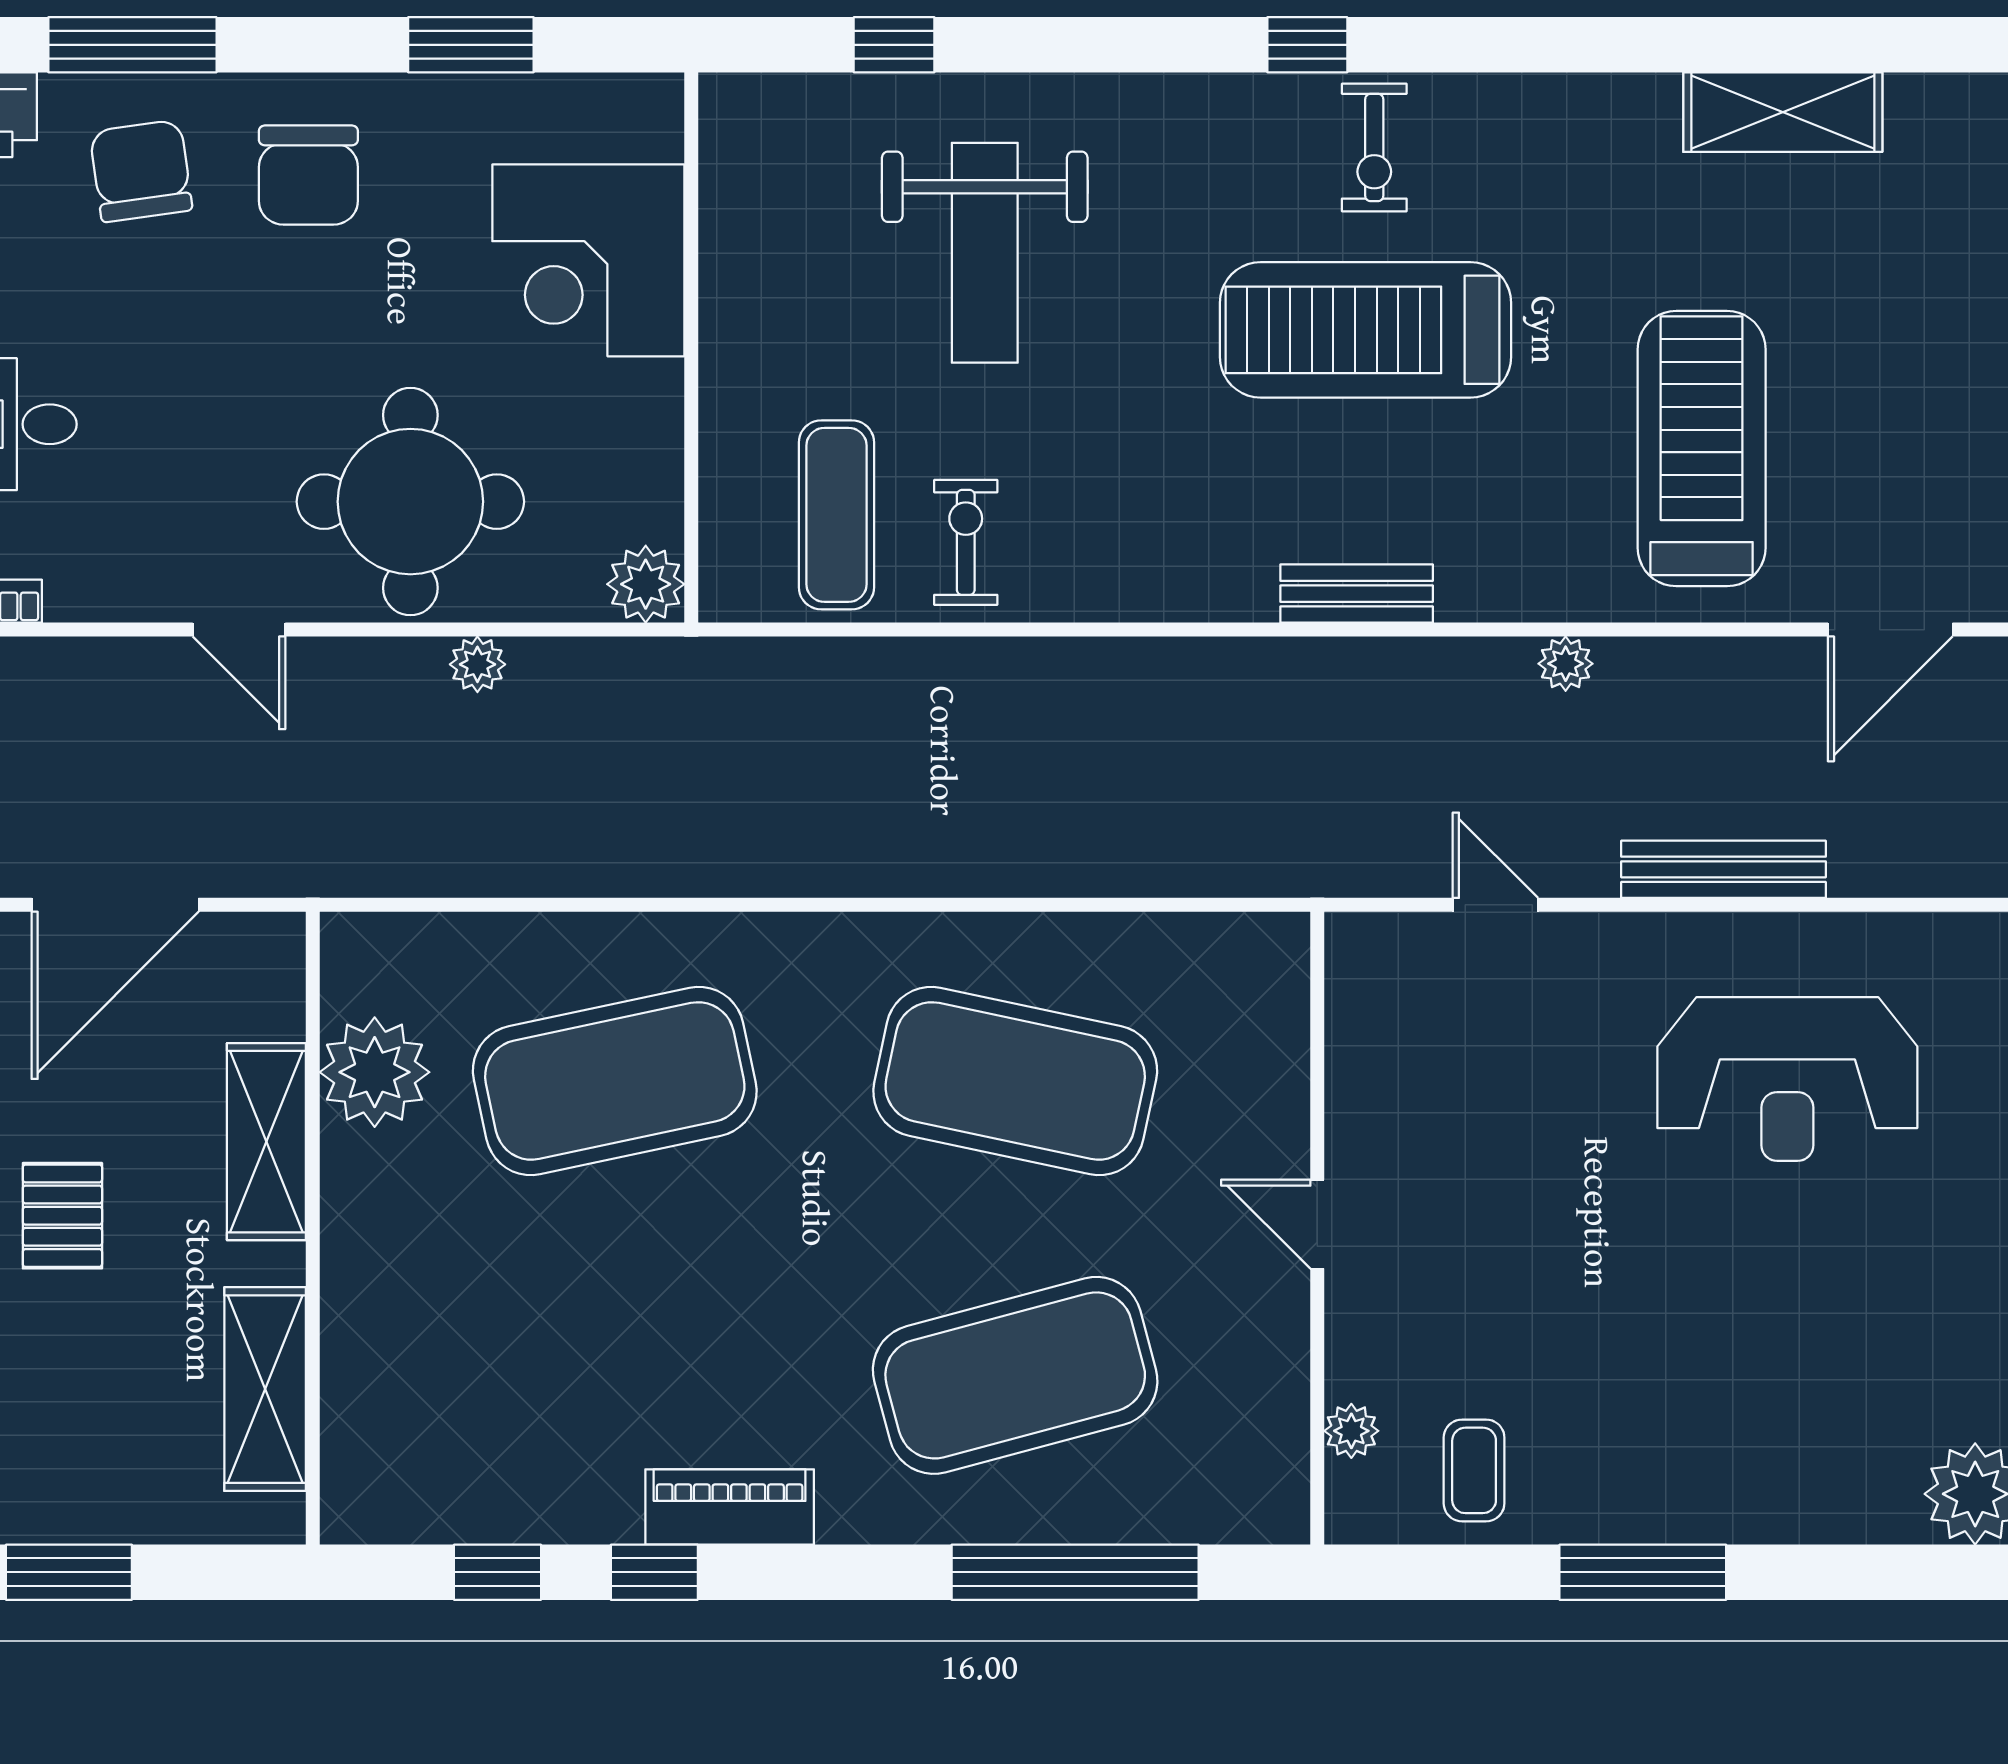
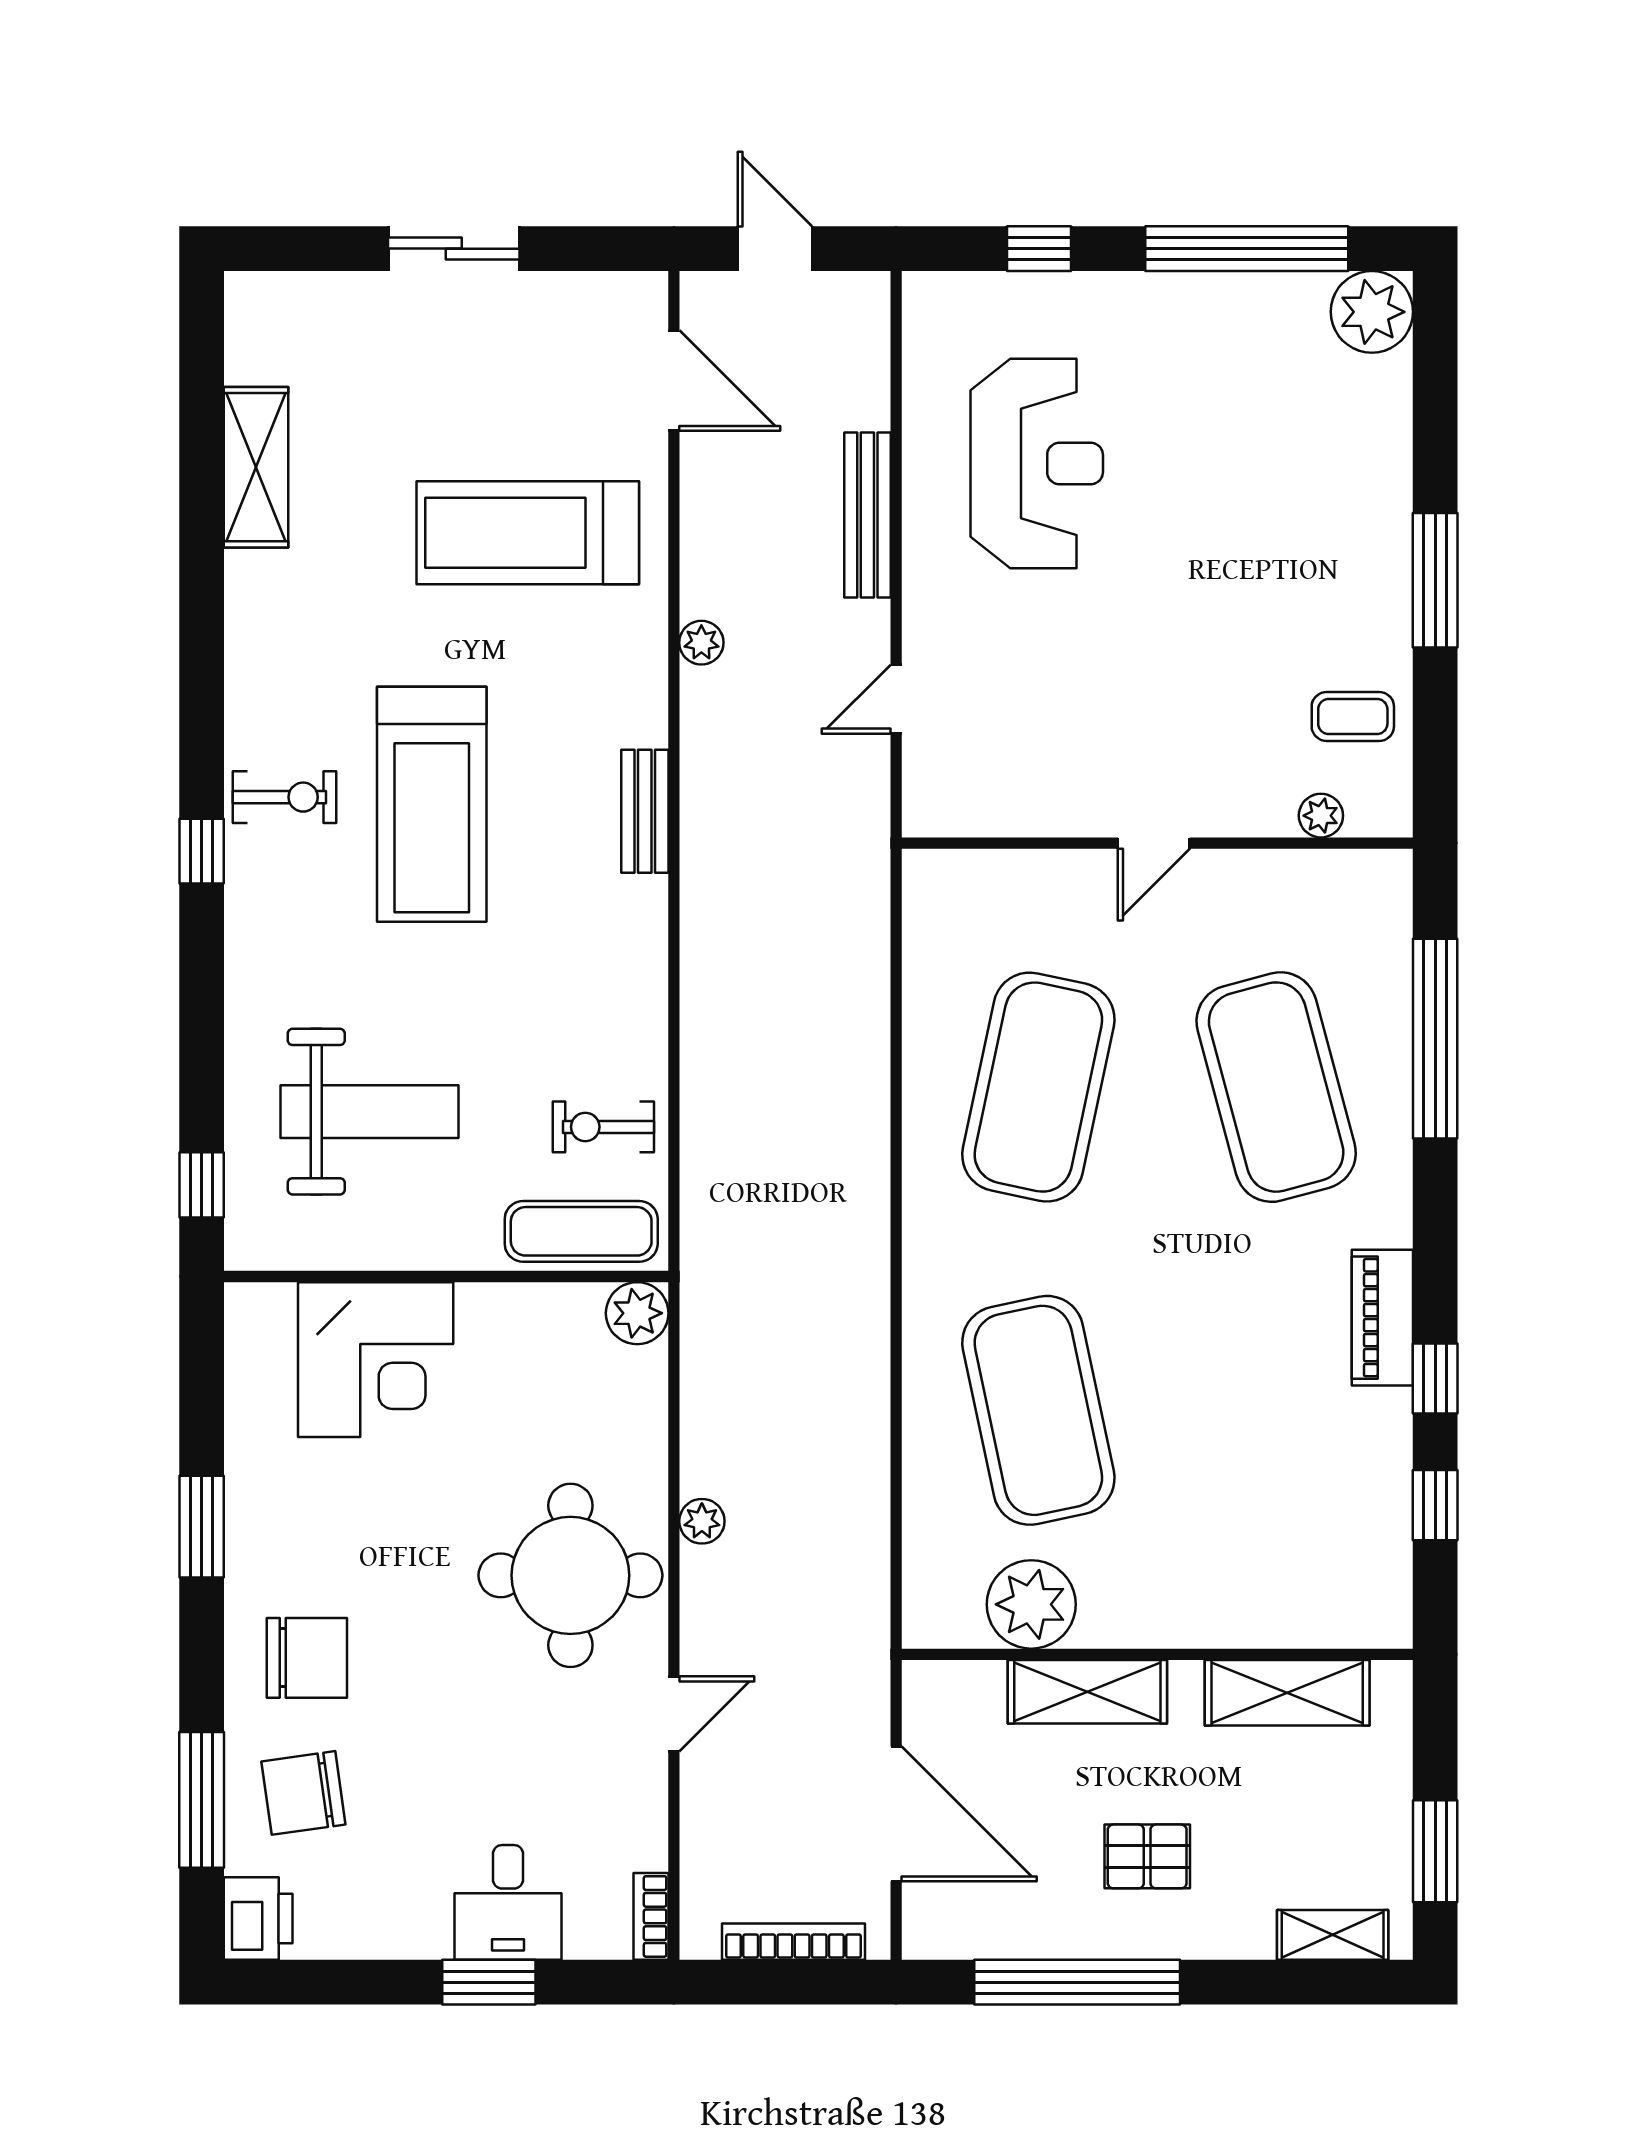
corner desk: (588, 260) -> (376, 1360), moved
wall: (691, 348) -> (446, 1276), moved
plant: (646, 584) -> (637, 1313), moved

